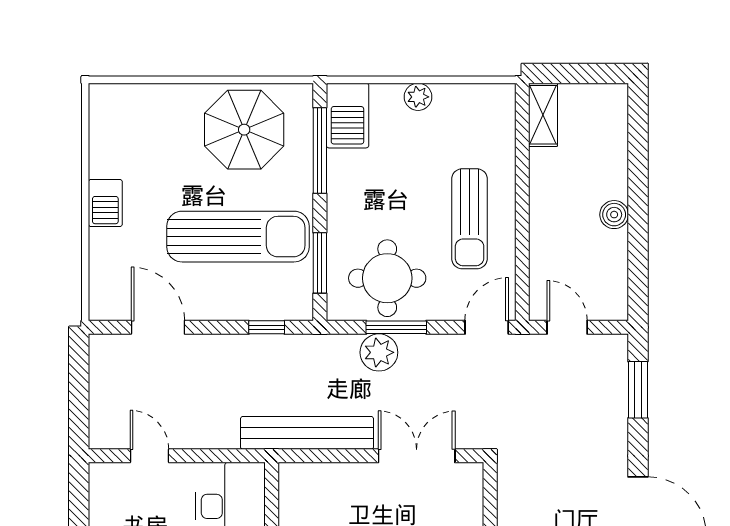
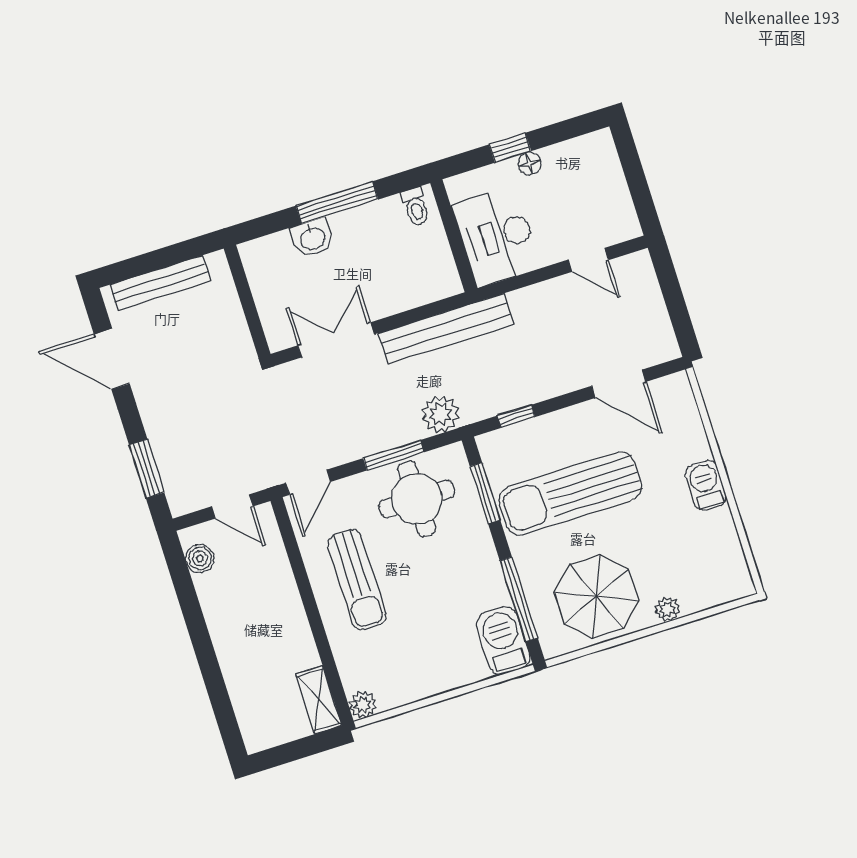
plant: (180, 96) -> (667, 609), added
plant: (418, 97) -> (363, 705), moved
boiler: (614, 215) -> (200, 559), moved
sun lounger: (470, 219) -> (357, 580), turned 180
plant: (379, 352) -> (440, 414), moved
double door: (417, 456) -> (336, 340), swing flipped

